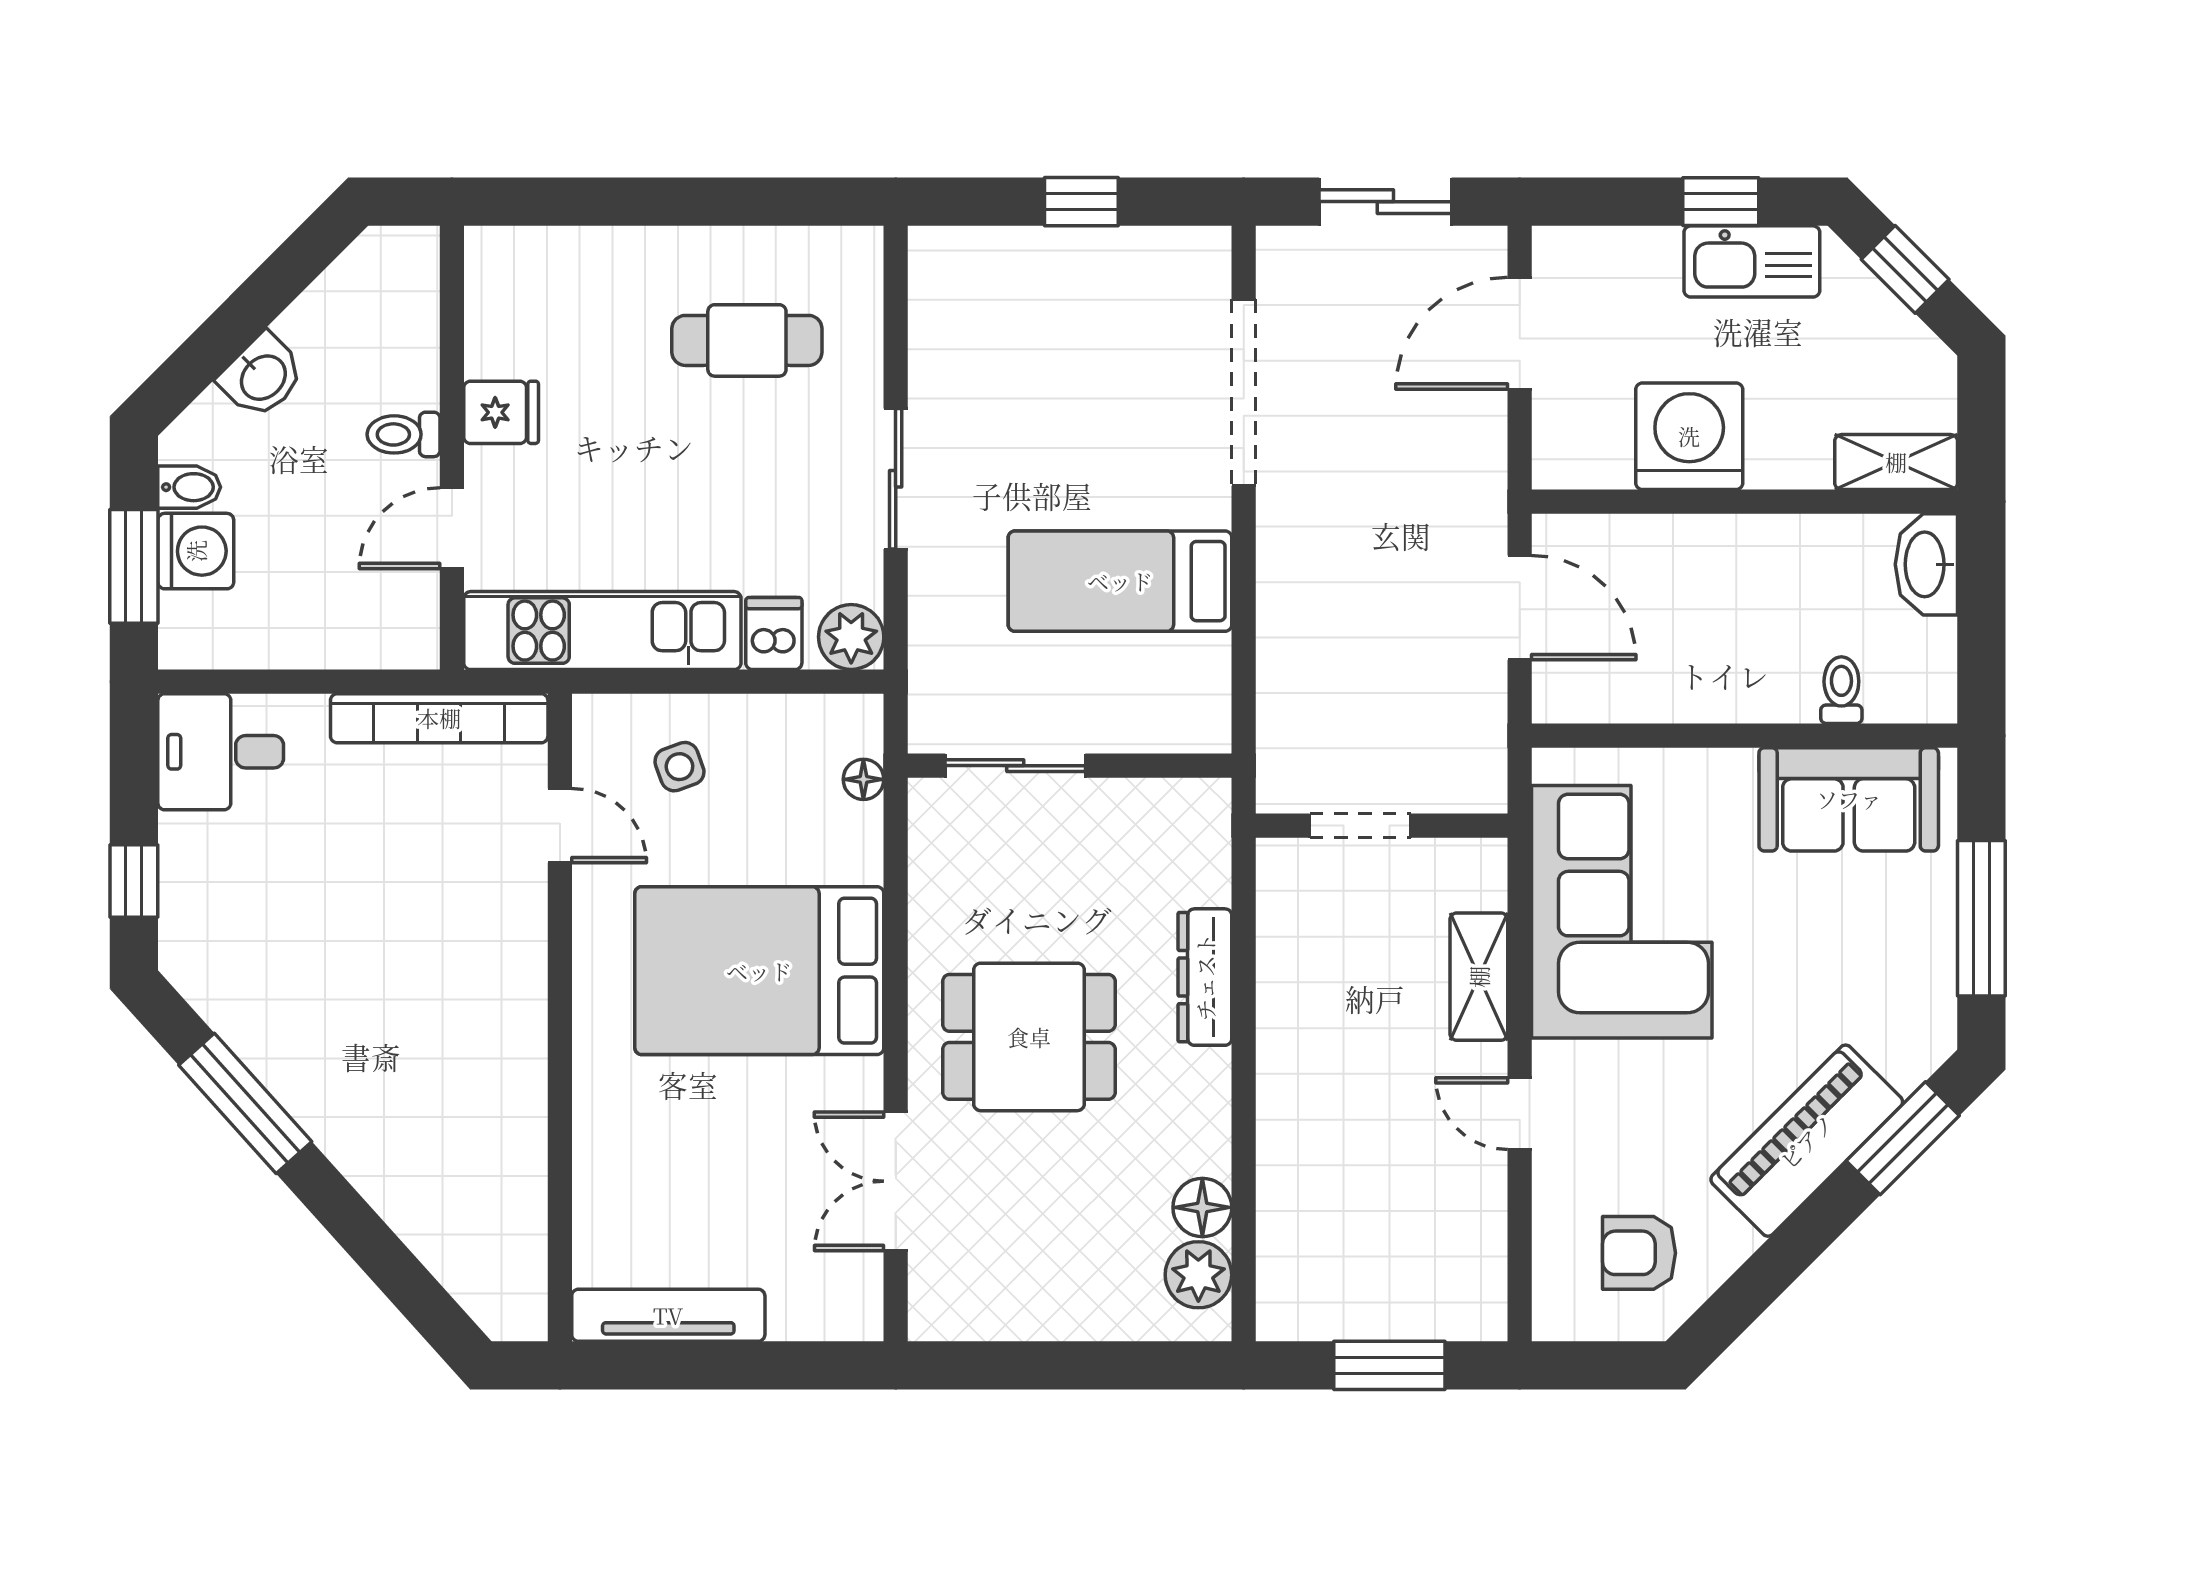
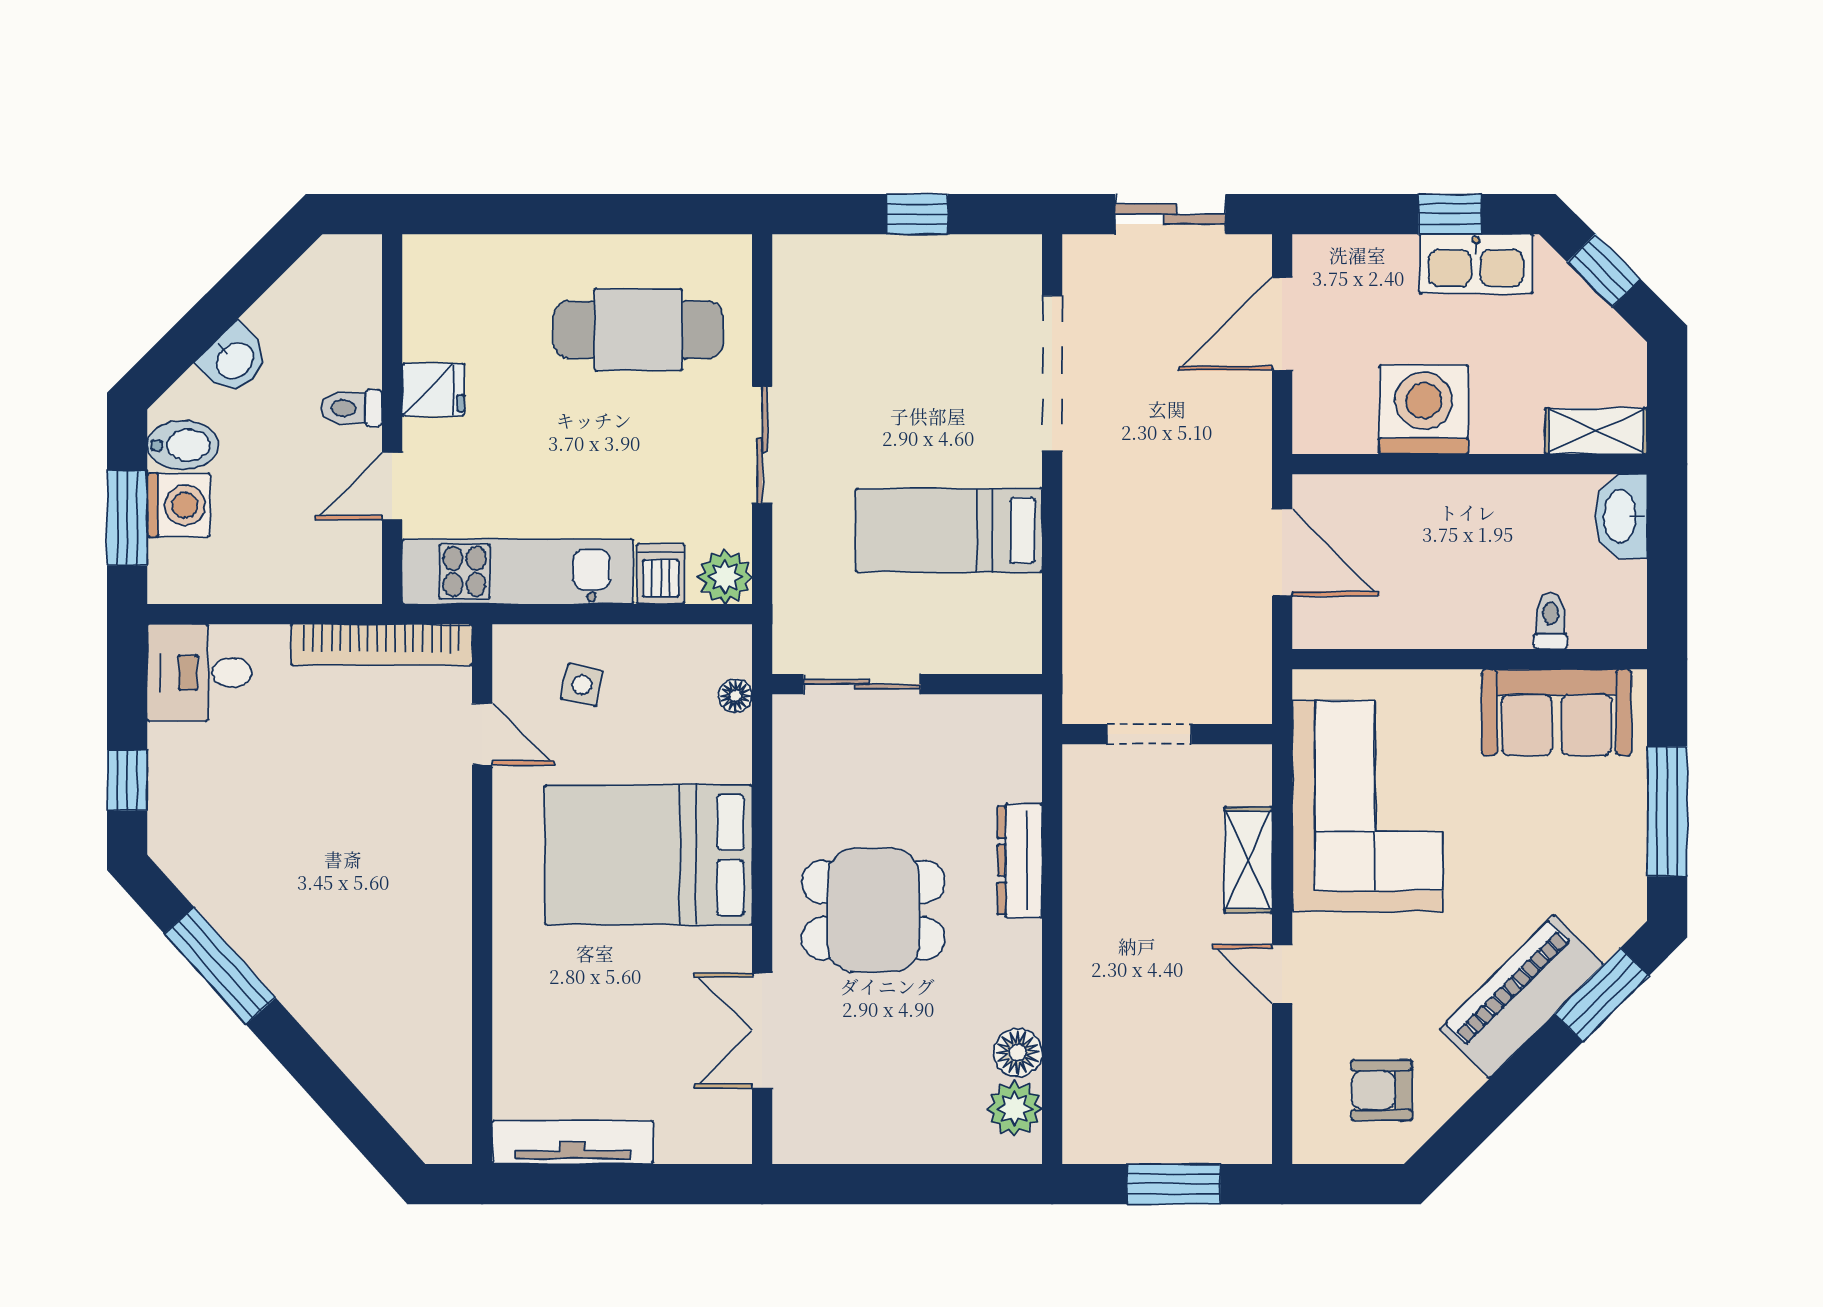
cafe table: (747, 340) -> (638, 330), width x1.37, depth x1.35
bidet: (189, 487) -> (183, 445), width x1.38, depth x1.36
side table: (679, 767) -> (582, 685), turned 32

